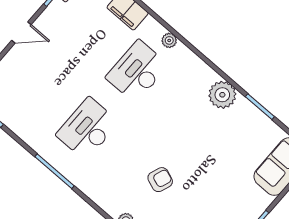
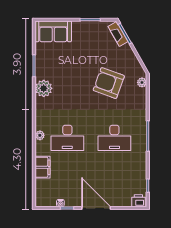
door: (21, 32) -> (96, 208), width x1.88
armchair: (160, 180) -> (109, 83), width x1.88, depth x1.88

